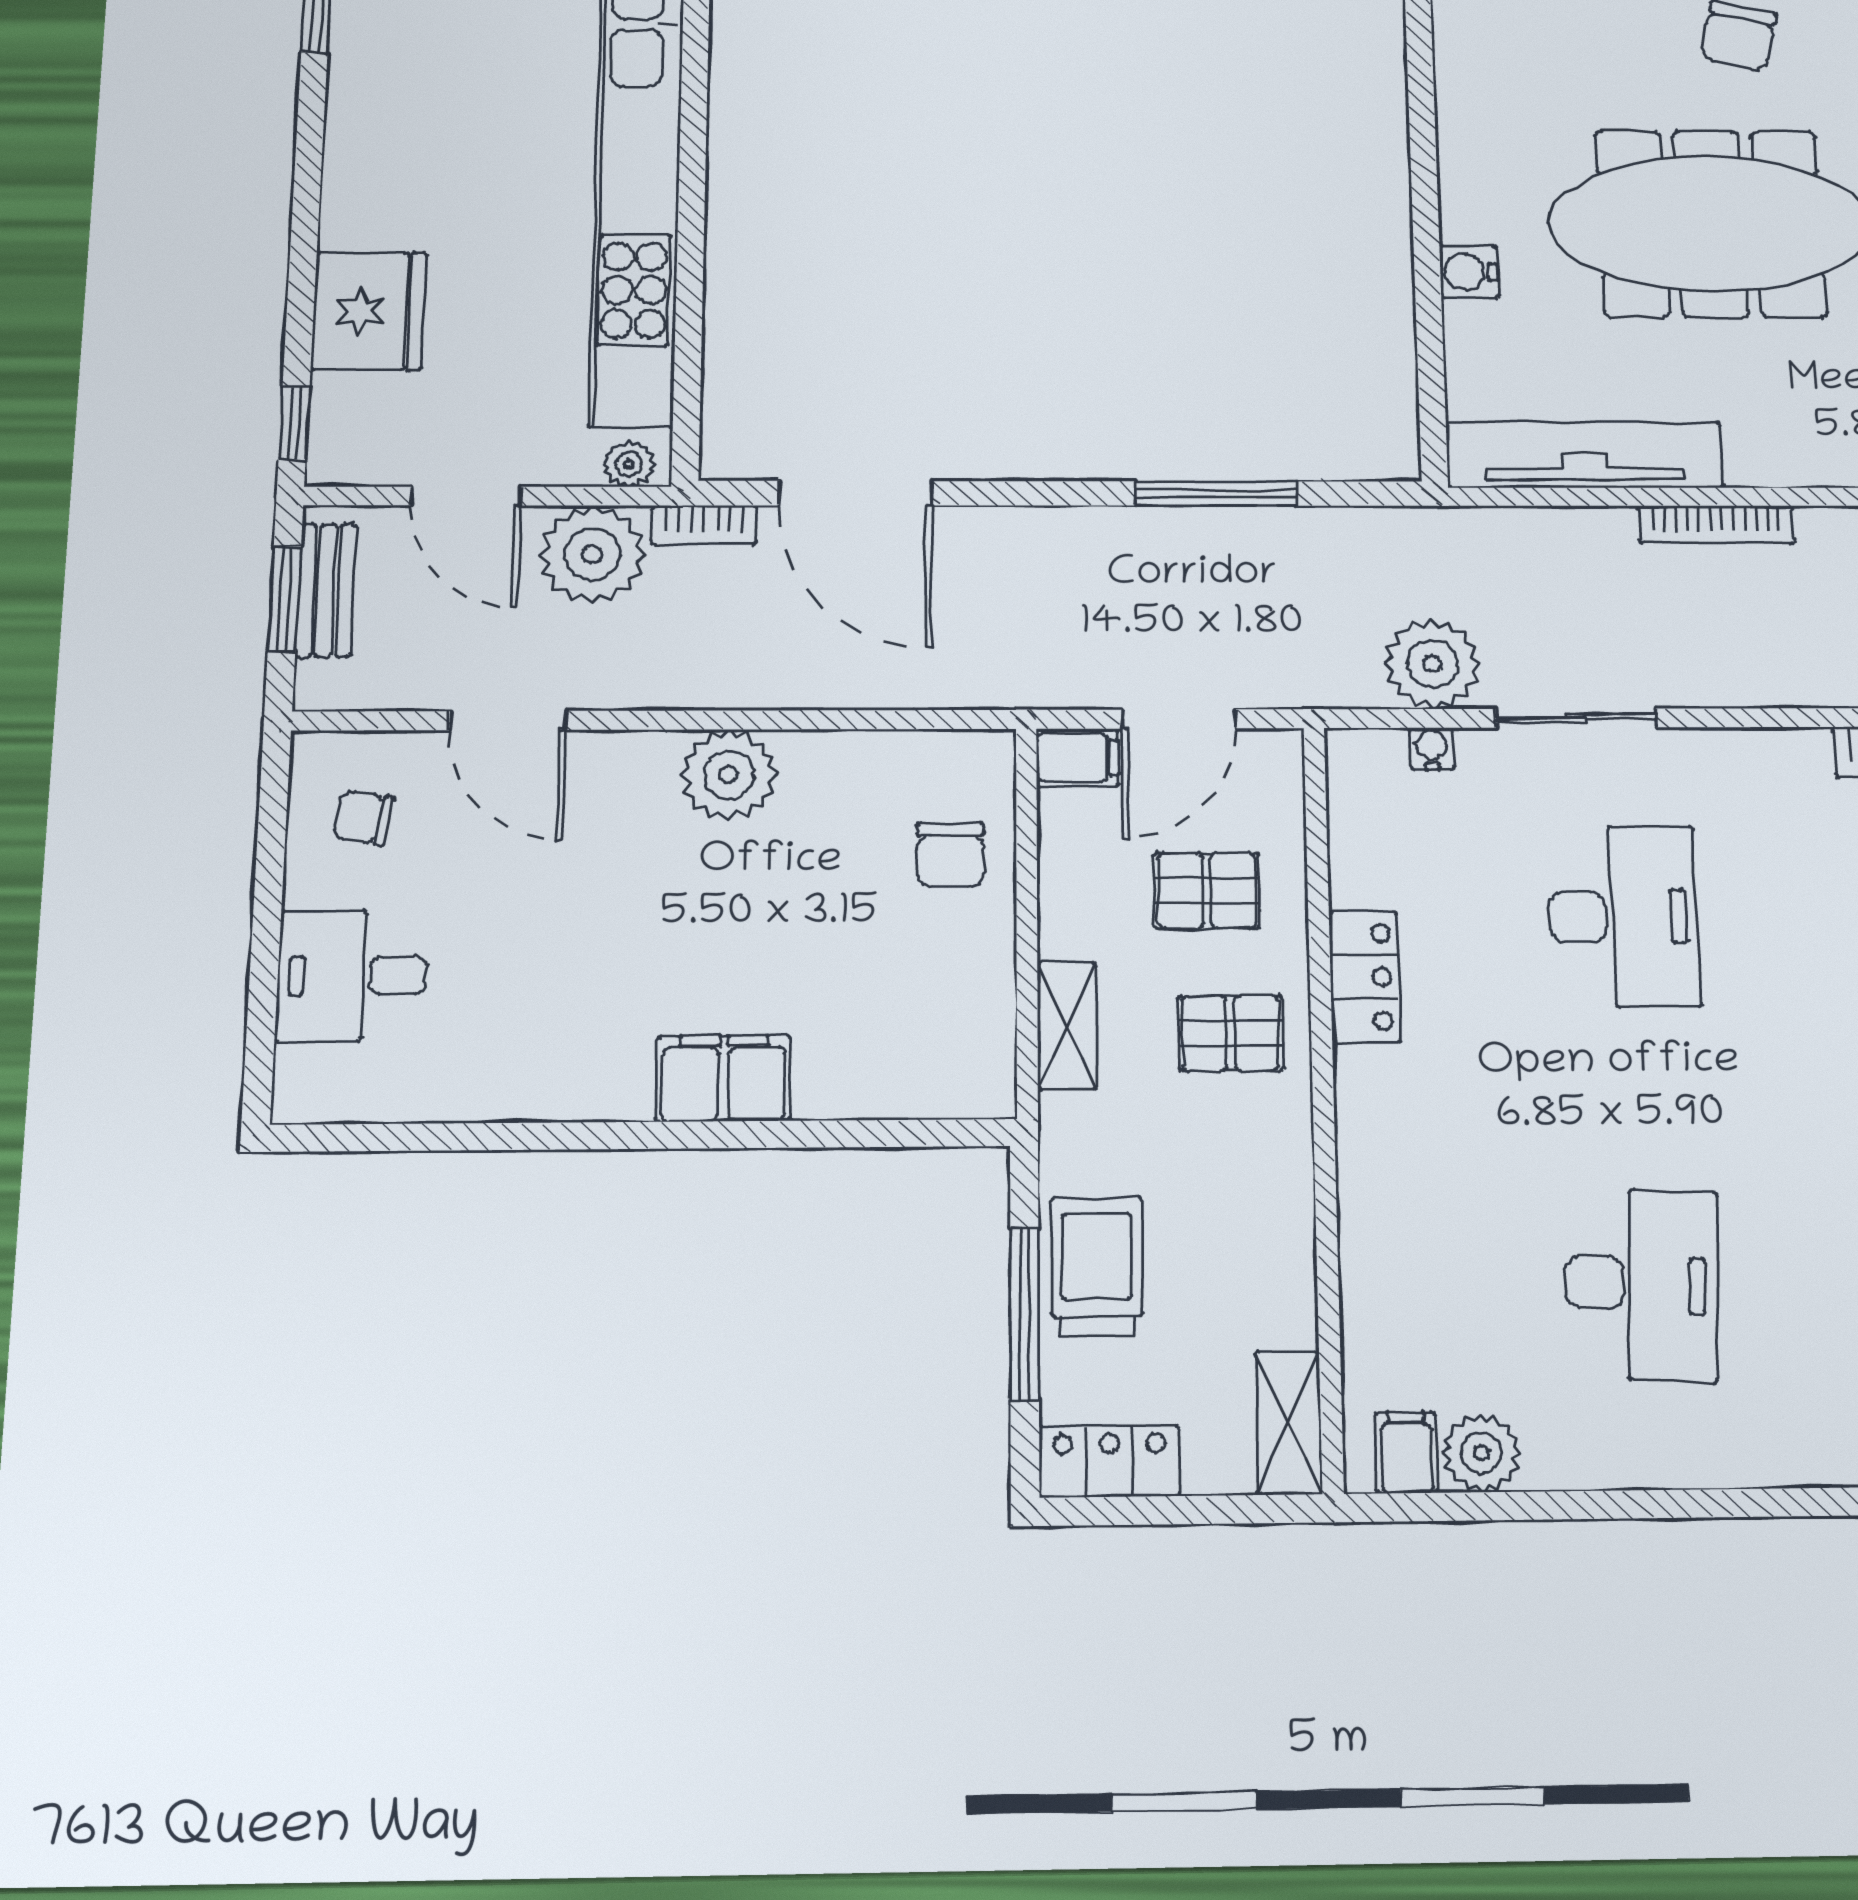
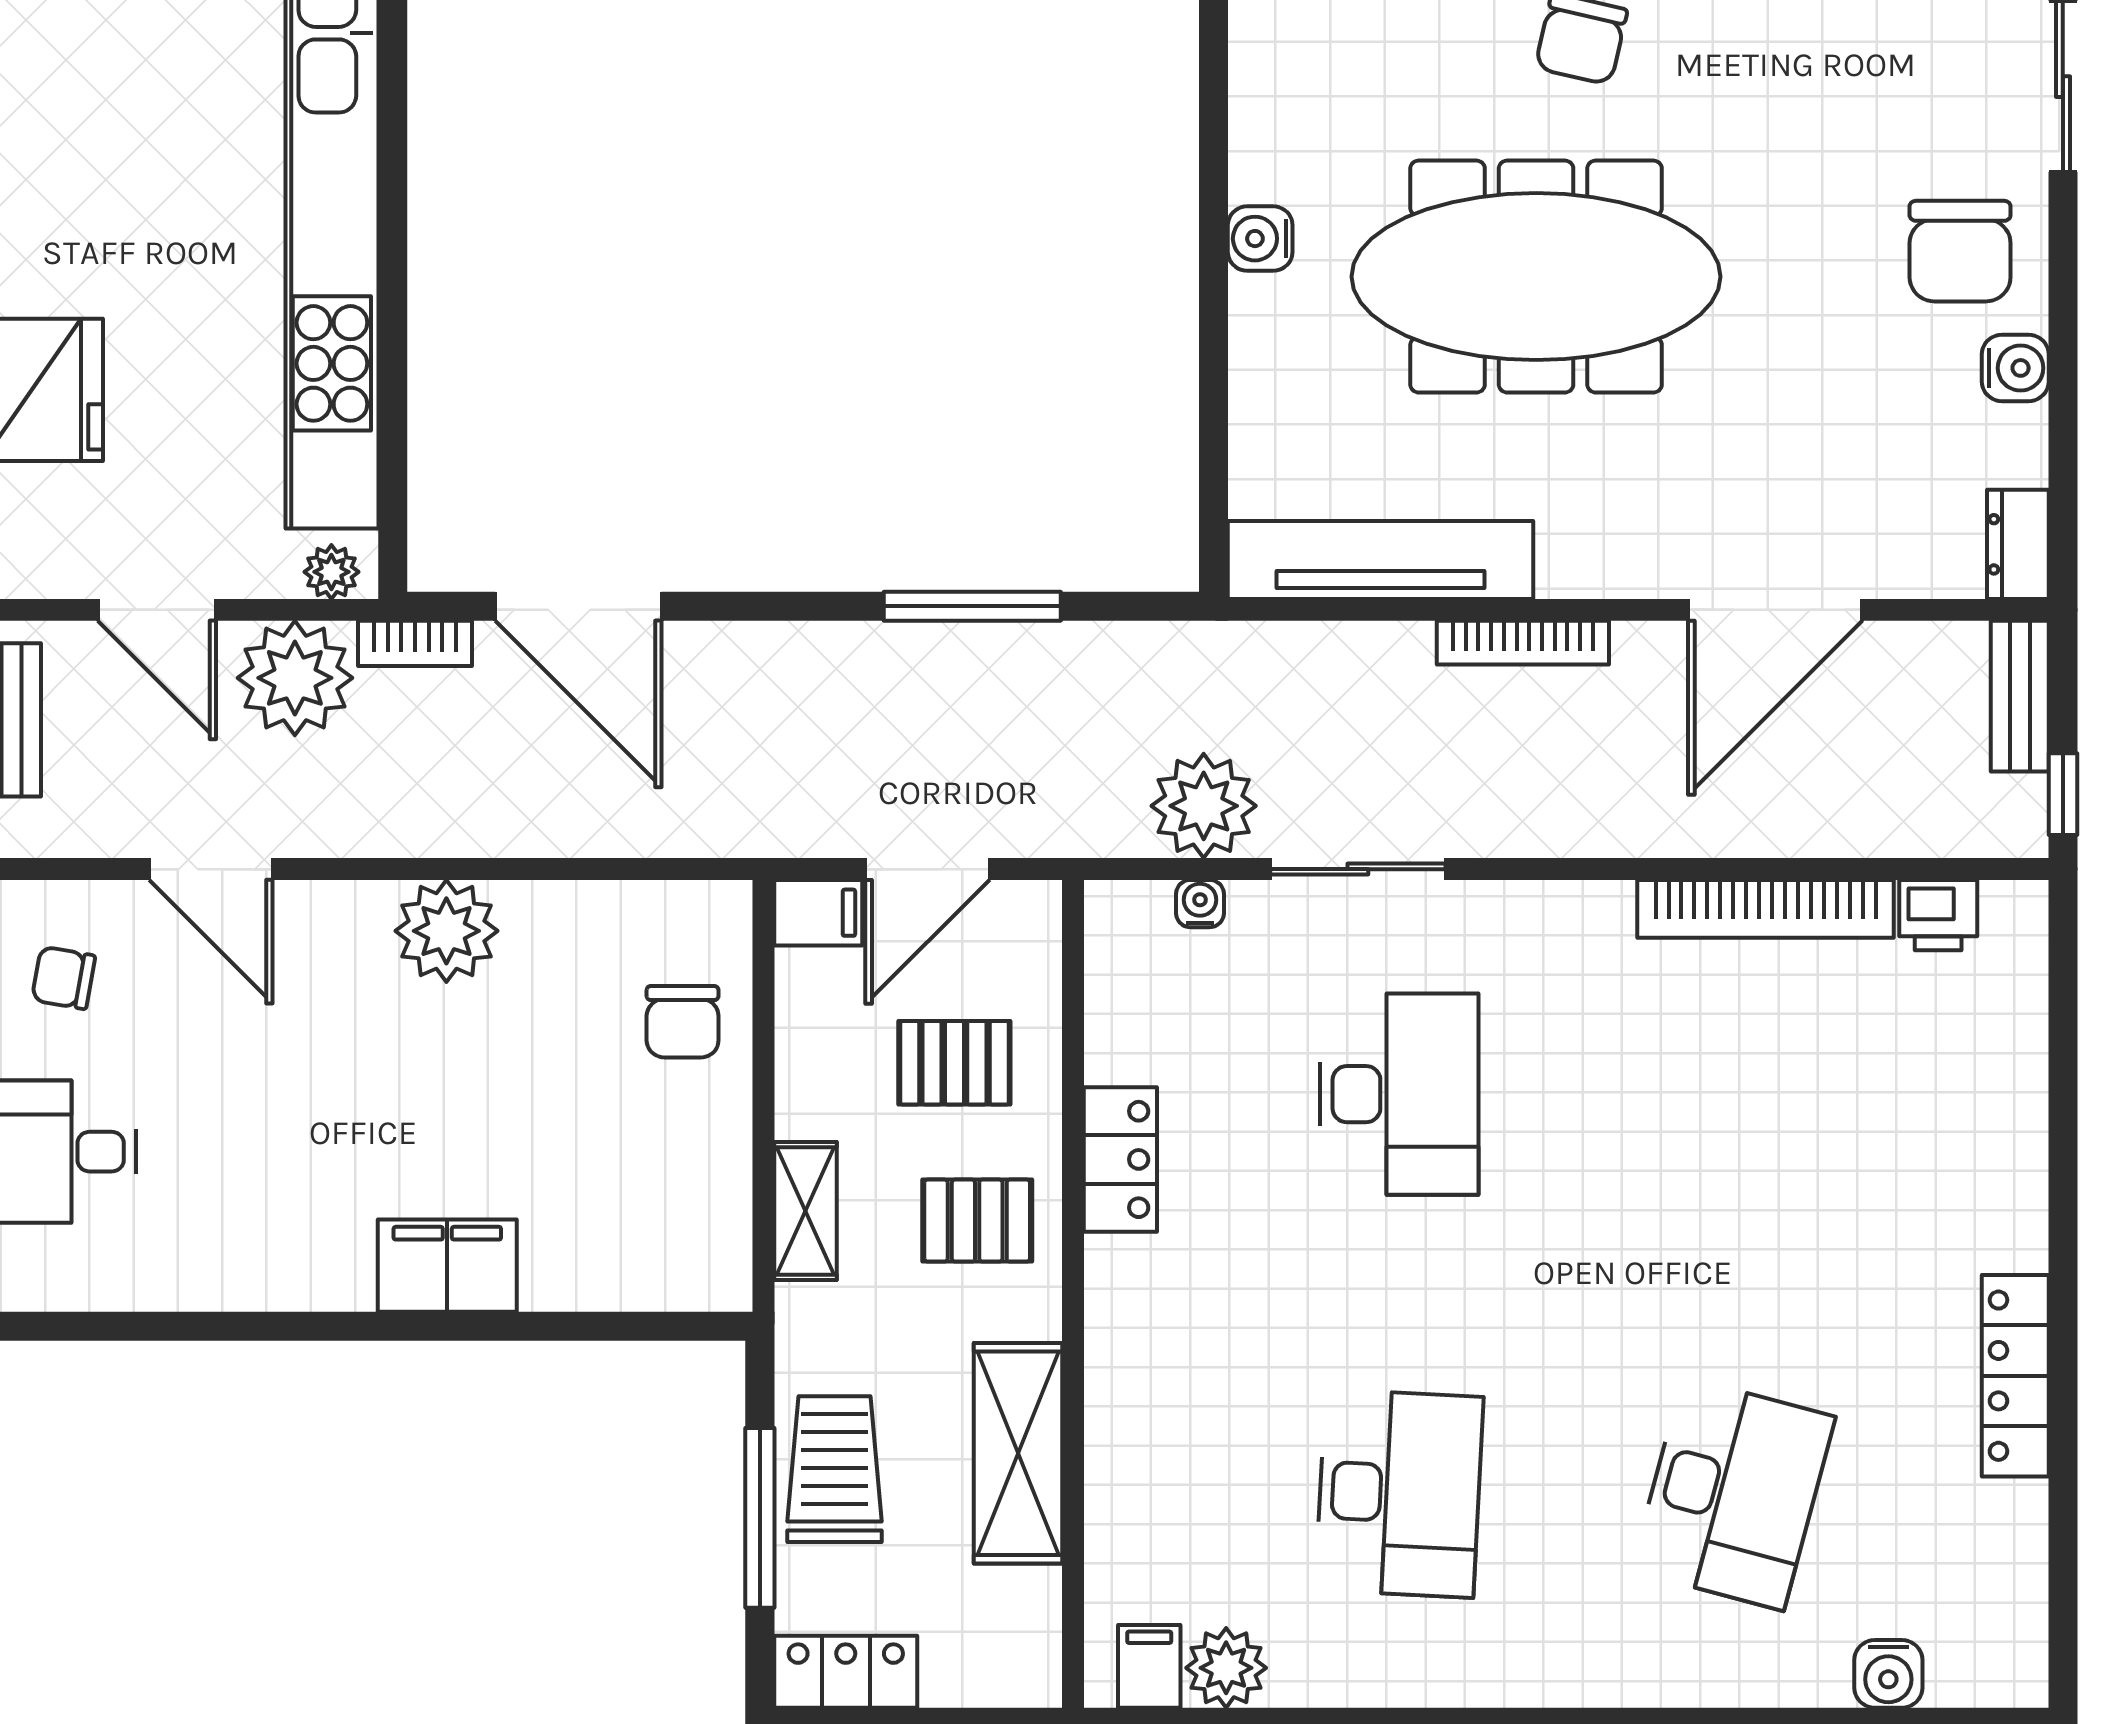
water cooler: (1469, 272) -> (1260, 239), moved
shelving: (1288, 1423) -> (1018, 1453), moved, width x1.50, depth x1.33

